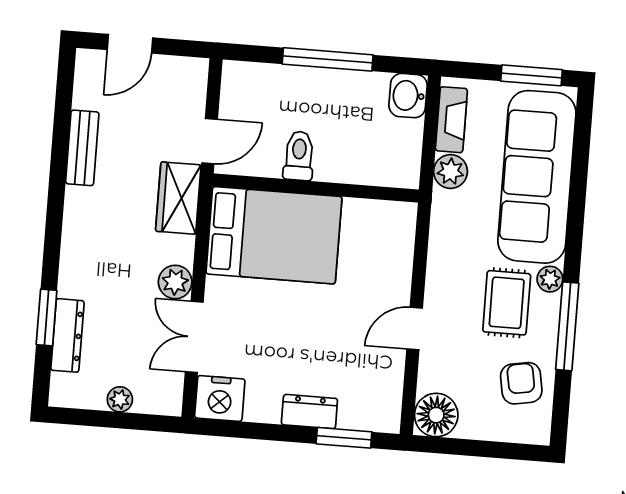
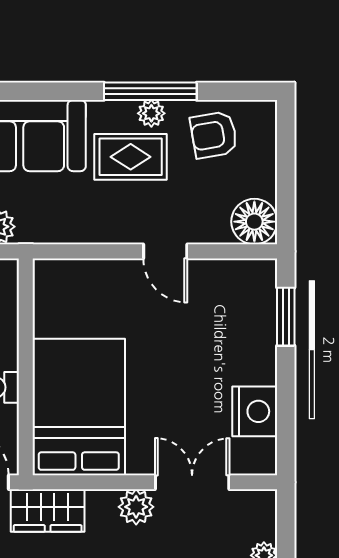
plant: (550, 279) -> (151, 113), moved
double door: (194, 337) -> (192, 482), swing flipped
nightstand: (220, 398) -> (255, 411), moved
dresser: (309, 412) -> (261, 355), removed

